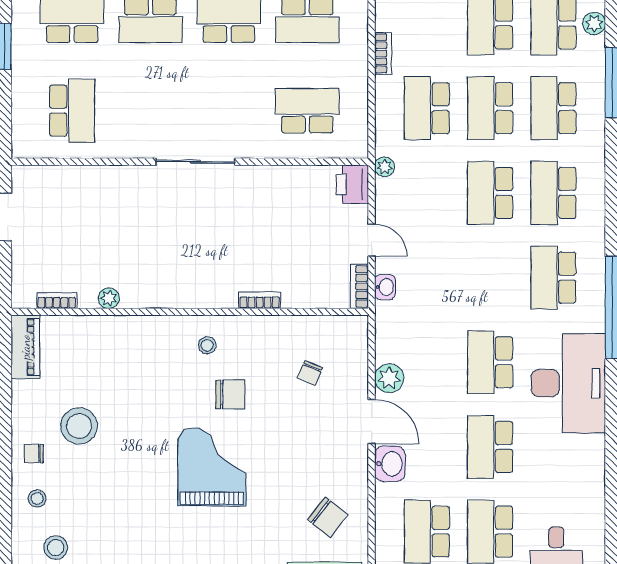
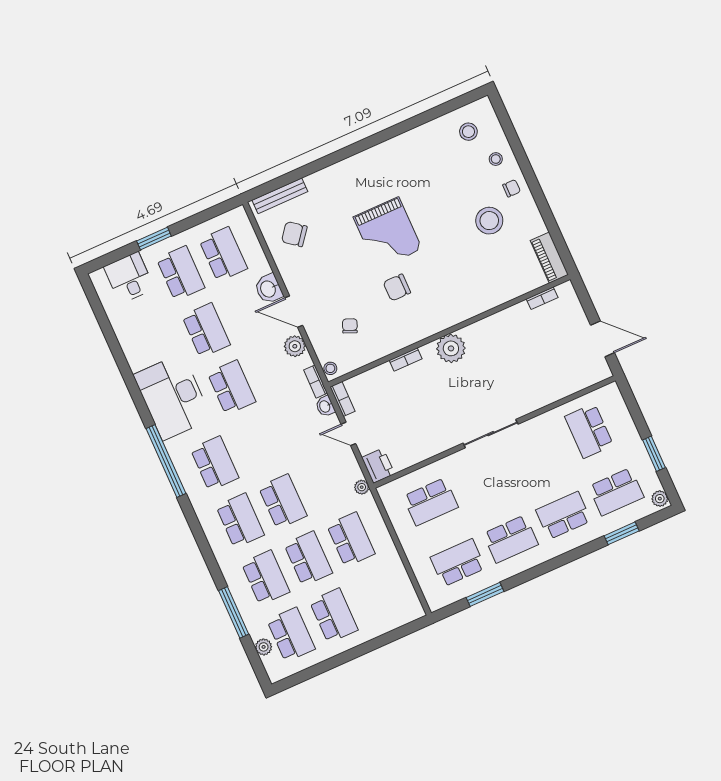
bookcase: (383, 53) -> (316, 382), moved
plant: (109, 298) -> (451, 348), moved, width x1.88, depth x1.88
stool: (207, 345) -> (330, 368), moved

